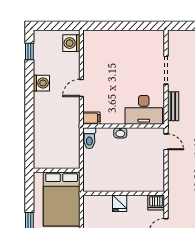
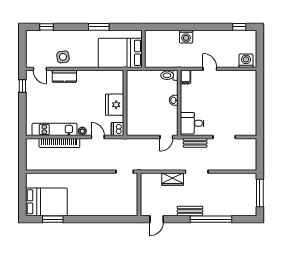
washing machine: (41, 83) -> (186, 37), moved
desk: (144, 110) -> (192, 123), width x0.73
fridge: (120, 203) -> (115, 105), width x1.88, depth x1.34

